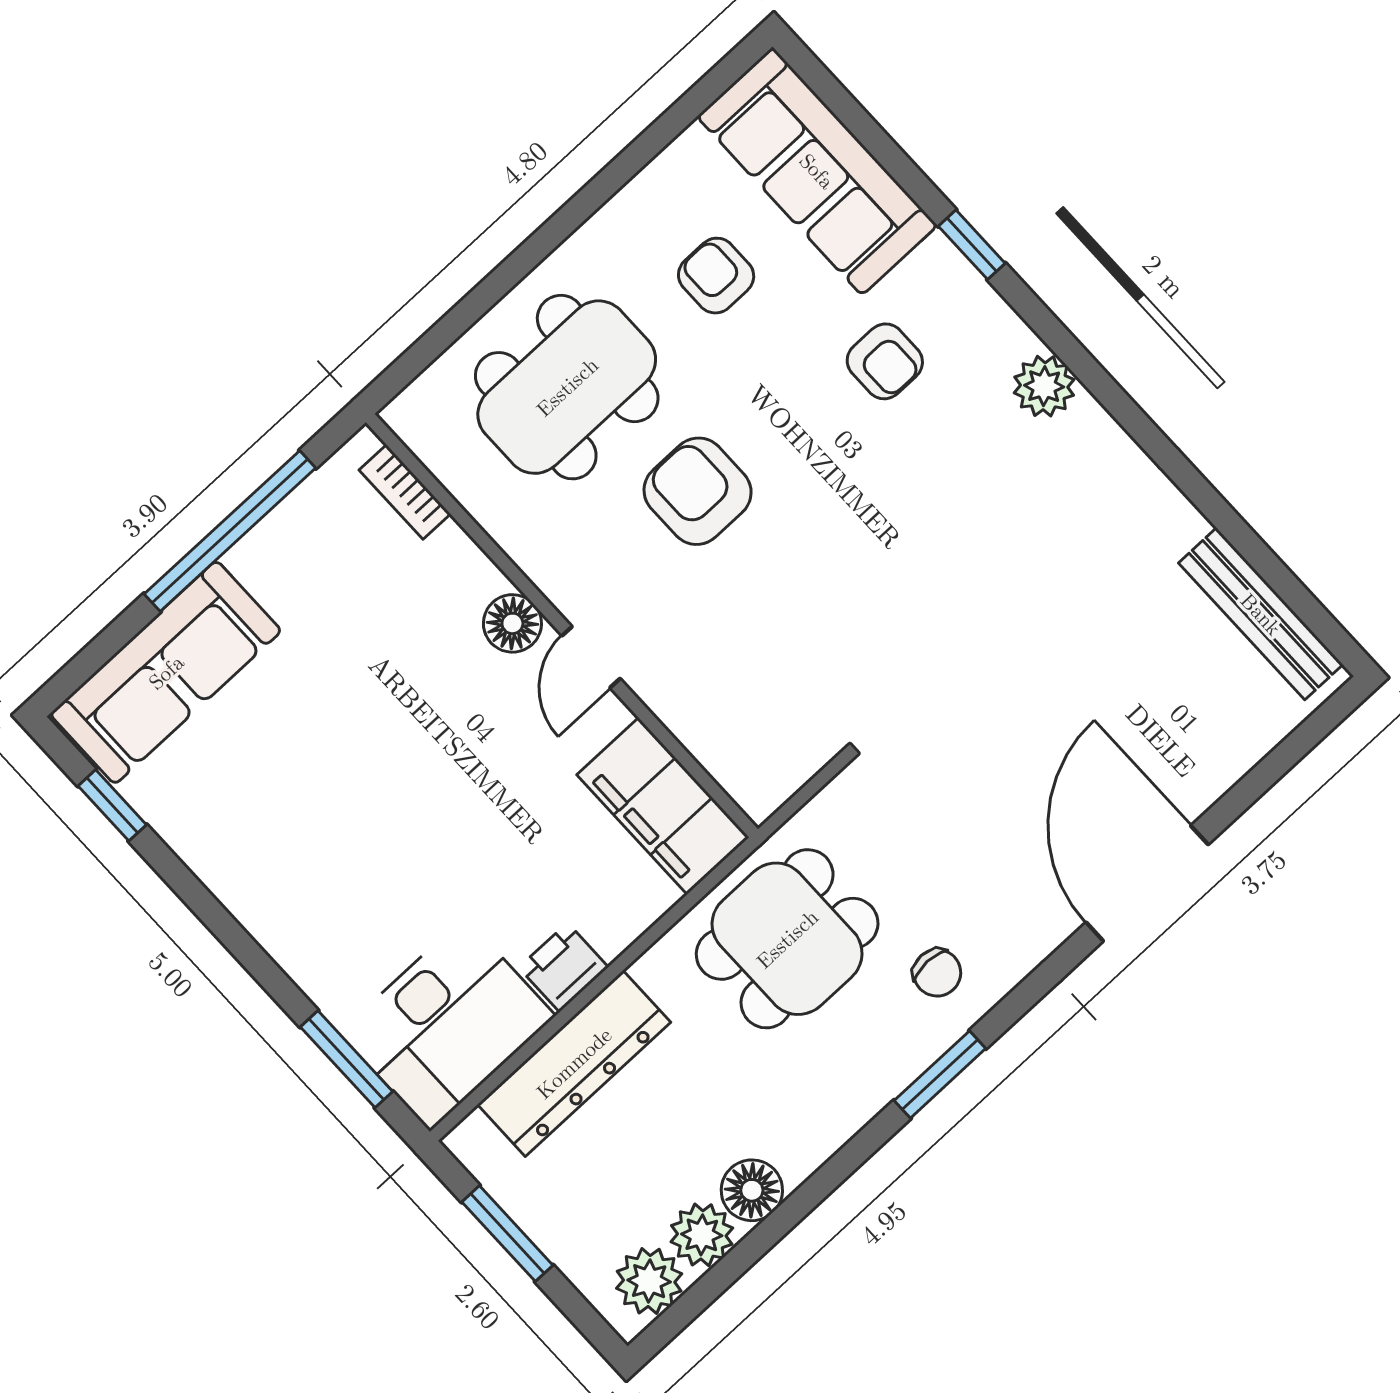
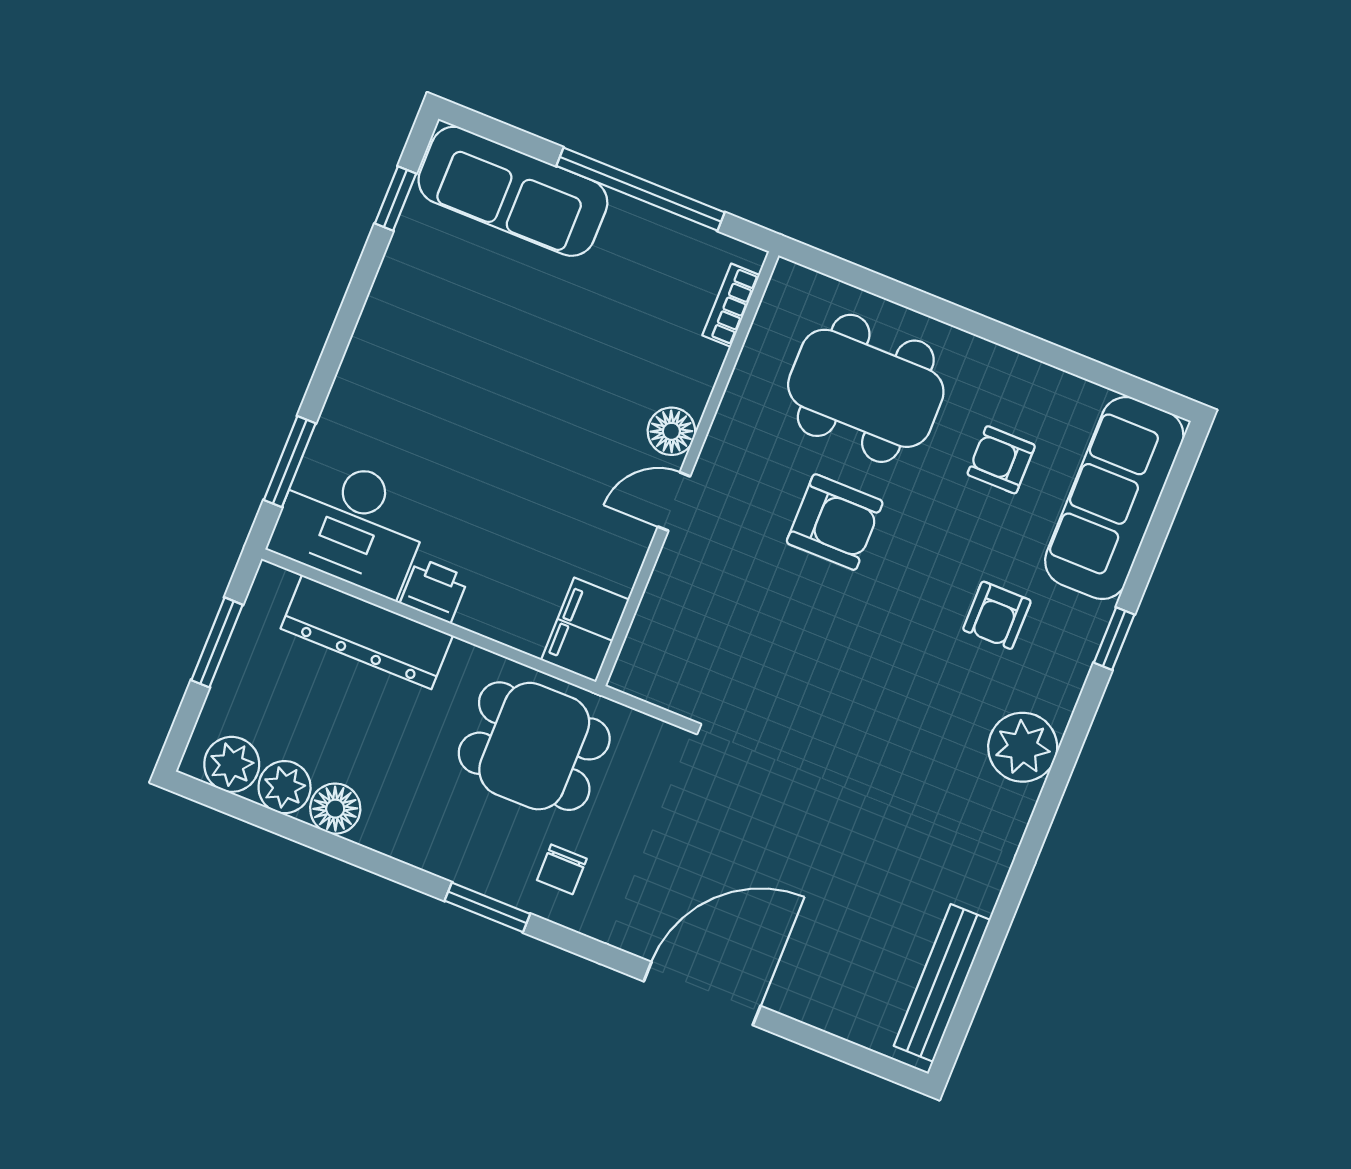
armchair: (716, 276) -> (1001, 460), turned -90
plant: (1044, 386) -> (1023, 747), width x1.36, depth x1.36
armchair: (698, 491) -> (835, 522), turned 90
filing cabinet: (663, 806) -> (585, 630), width x0.67, depth x0.86

